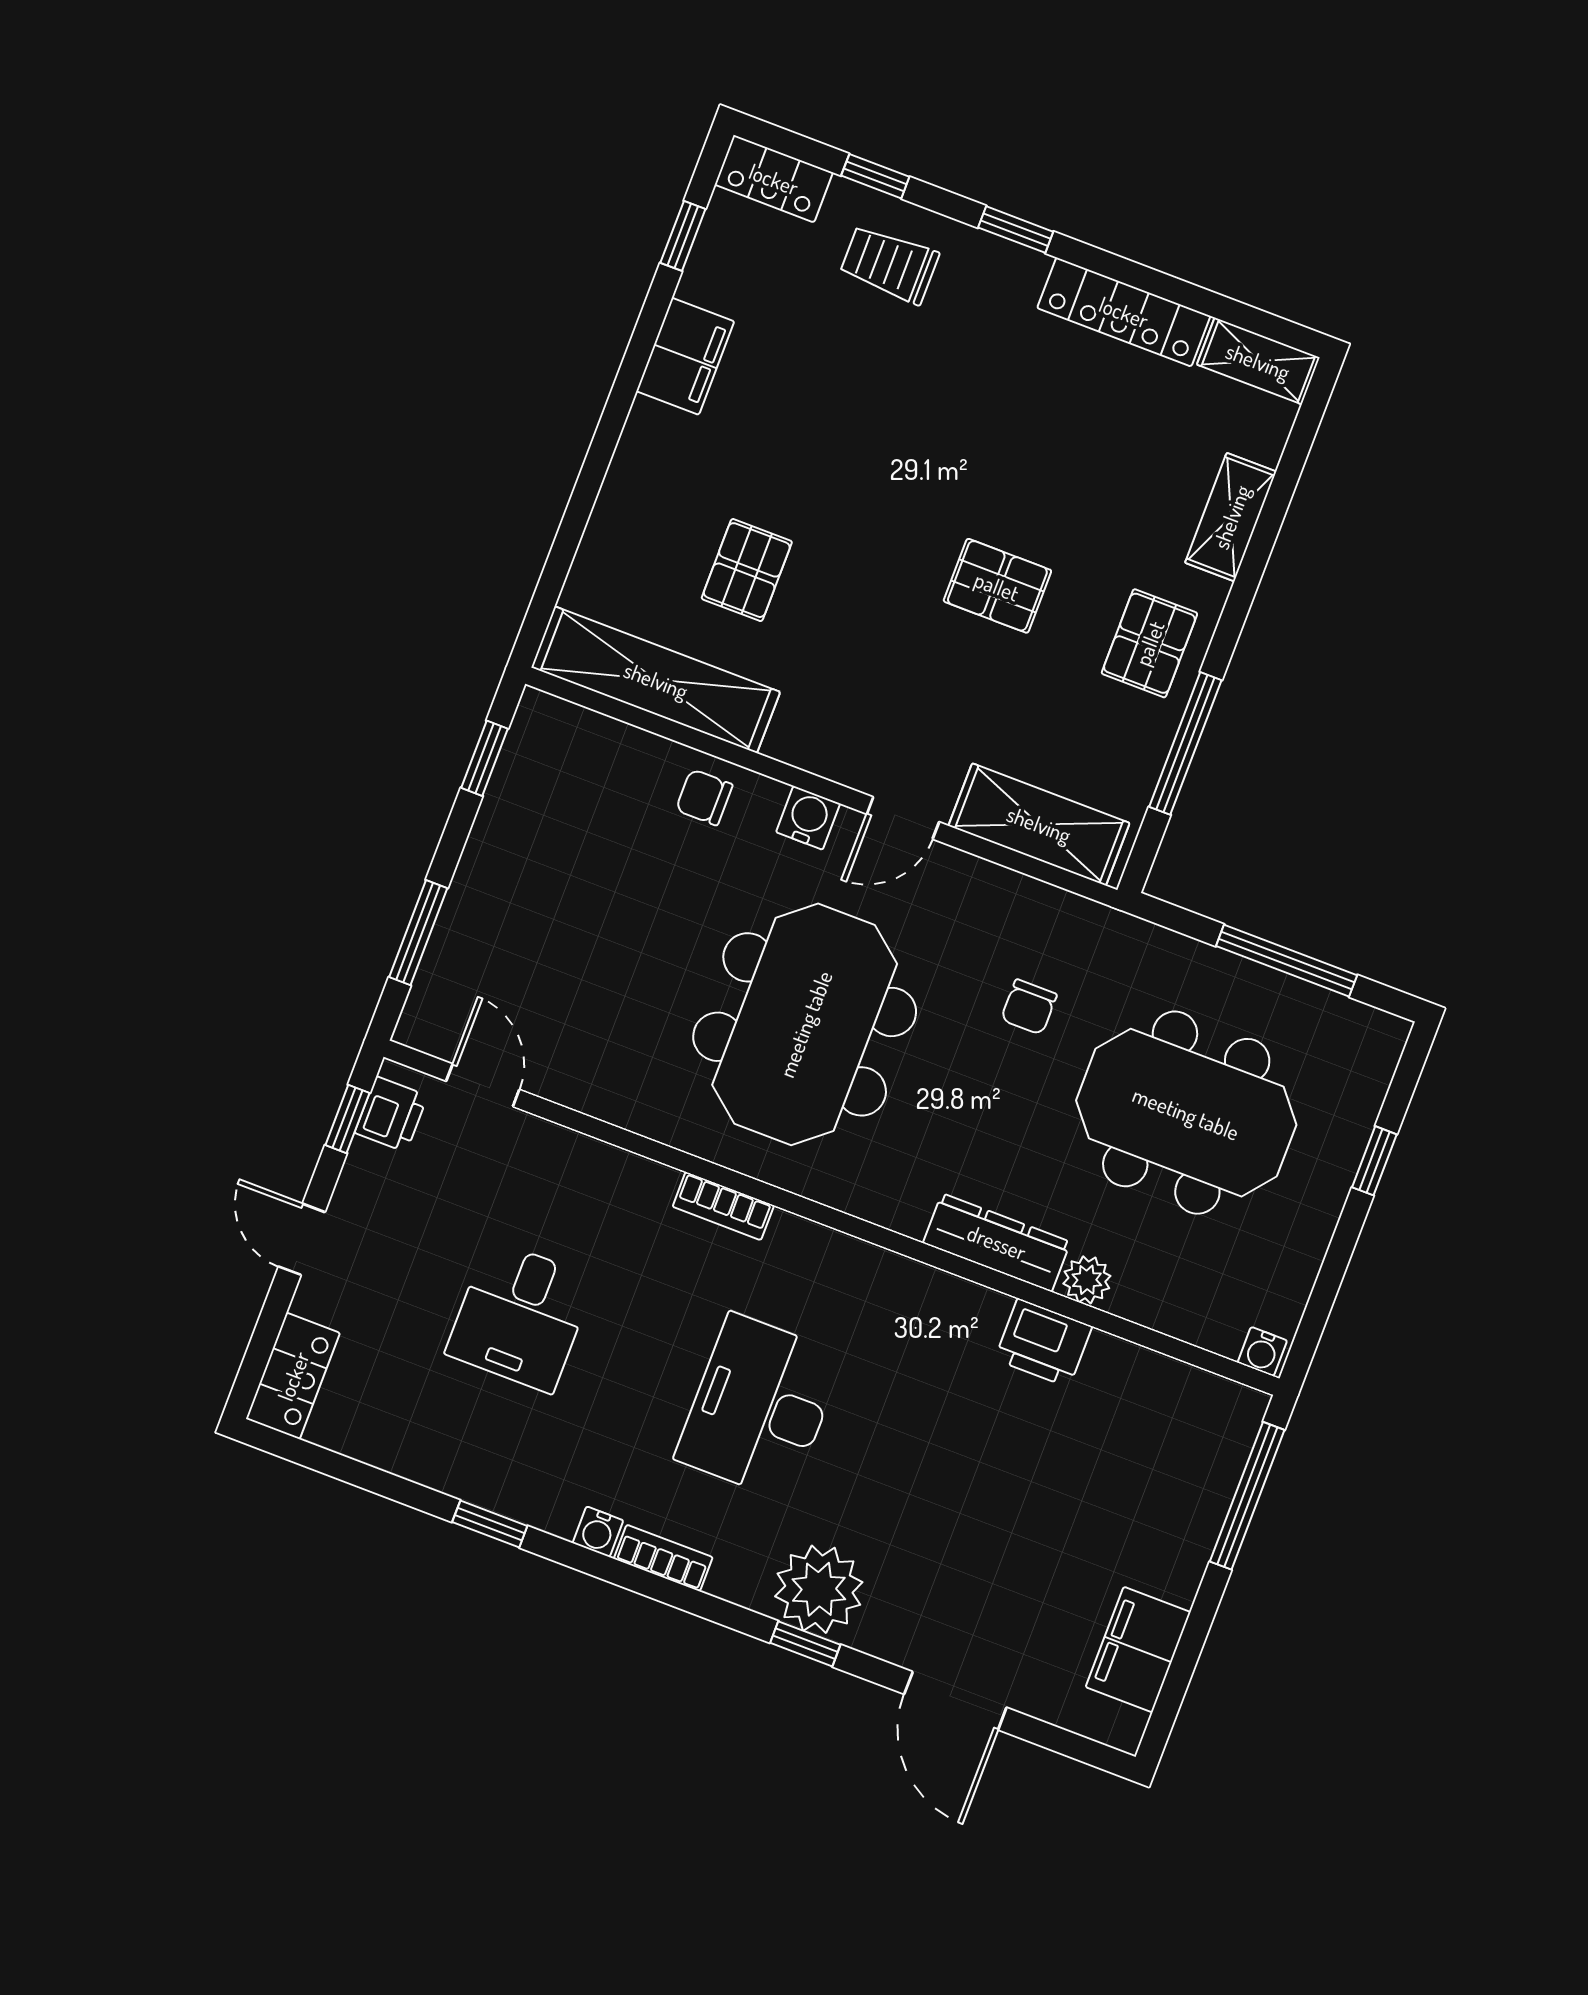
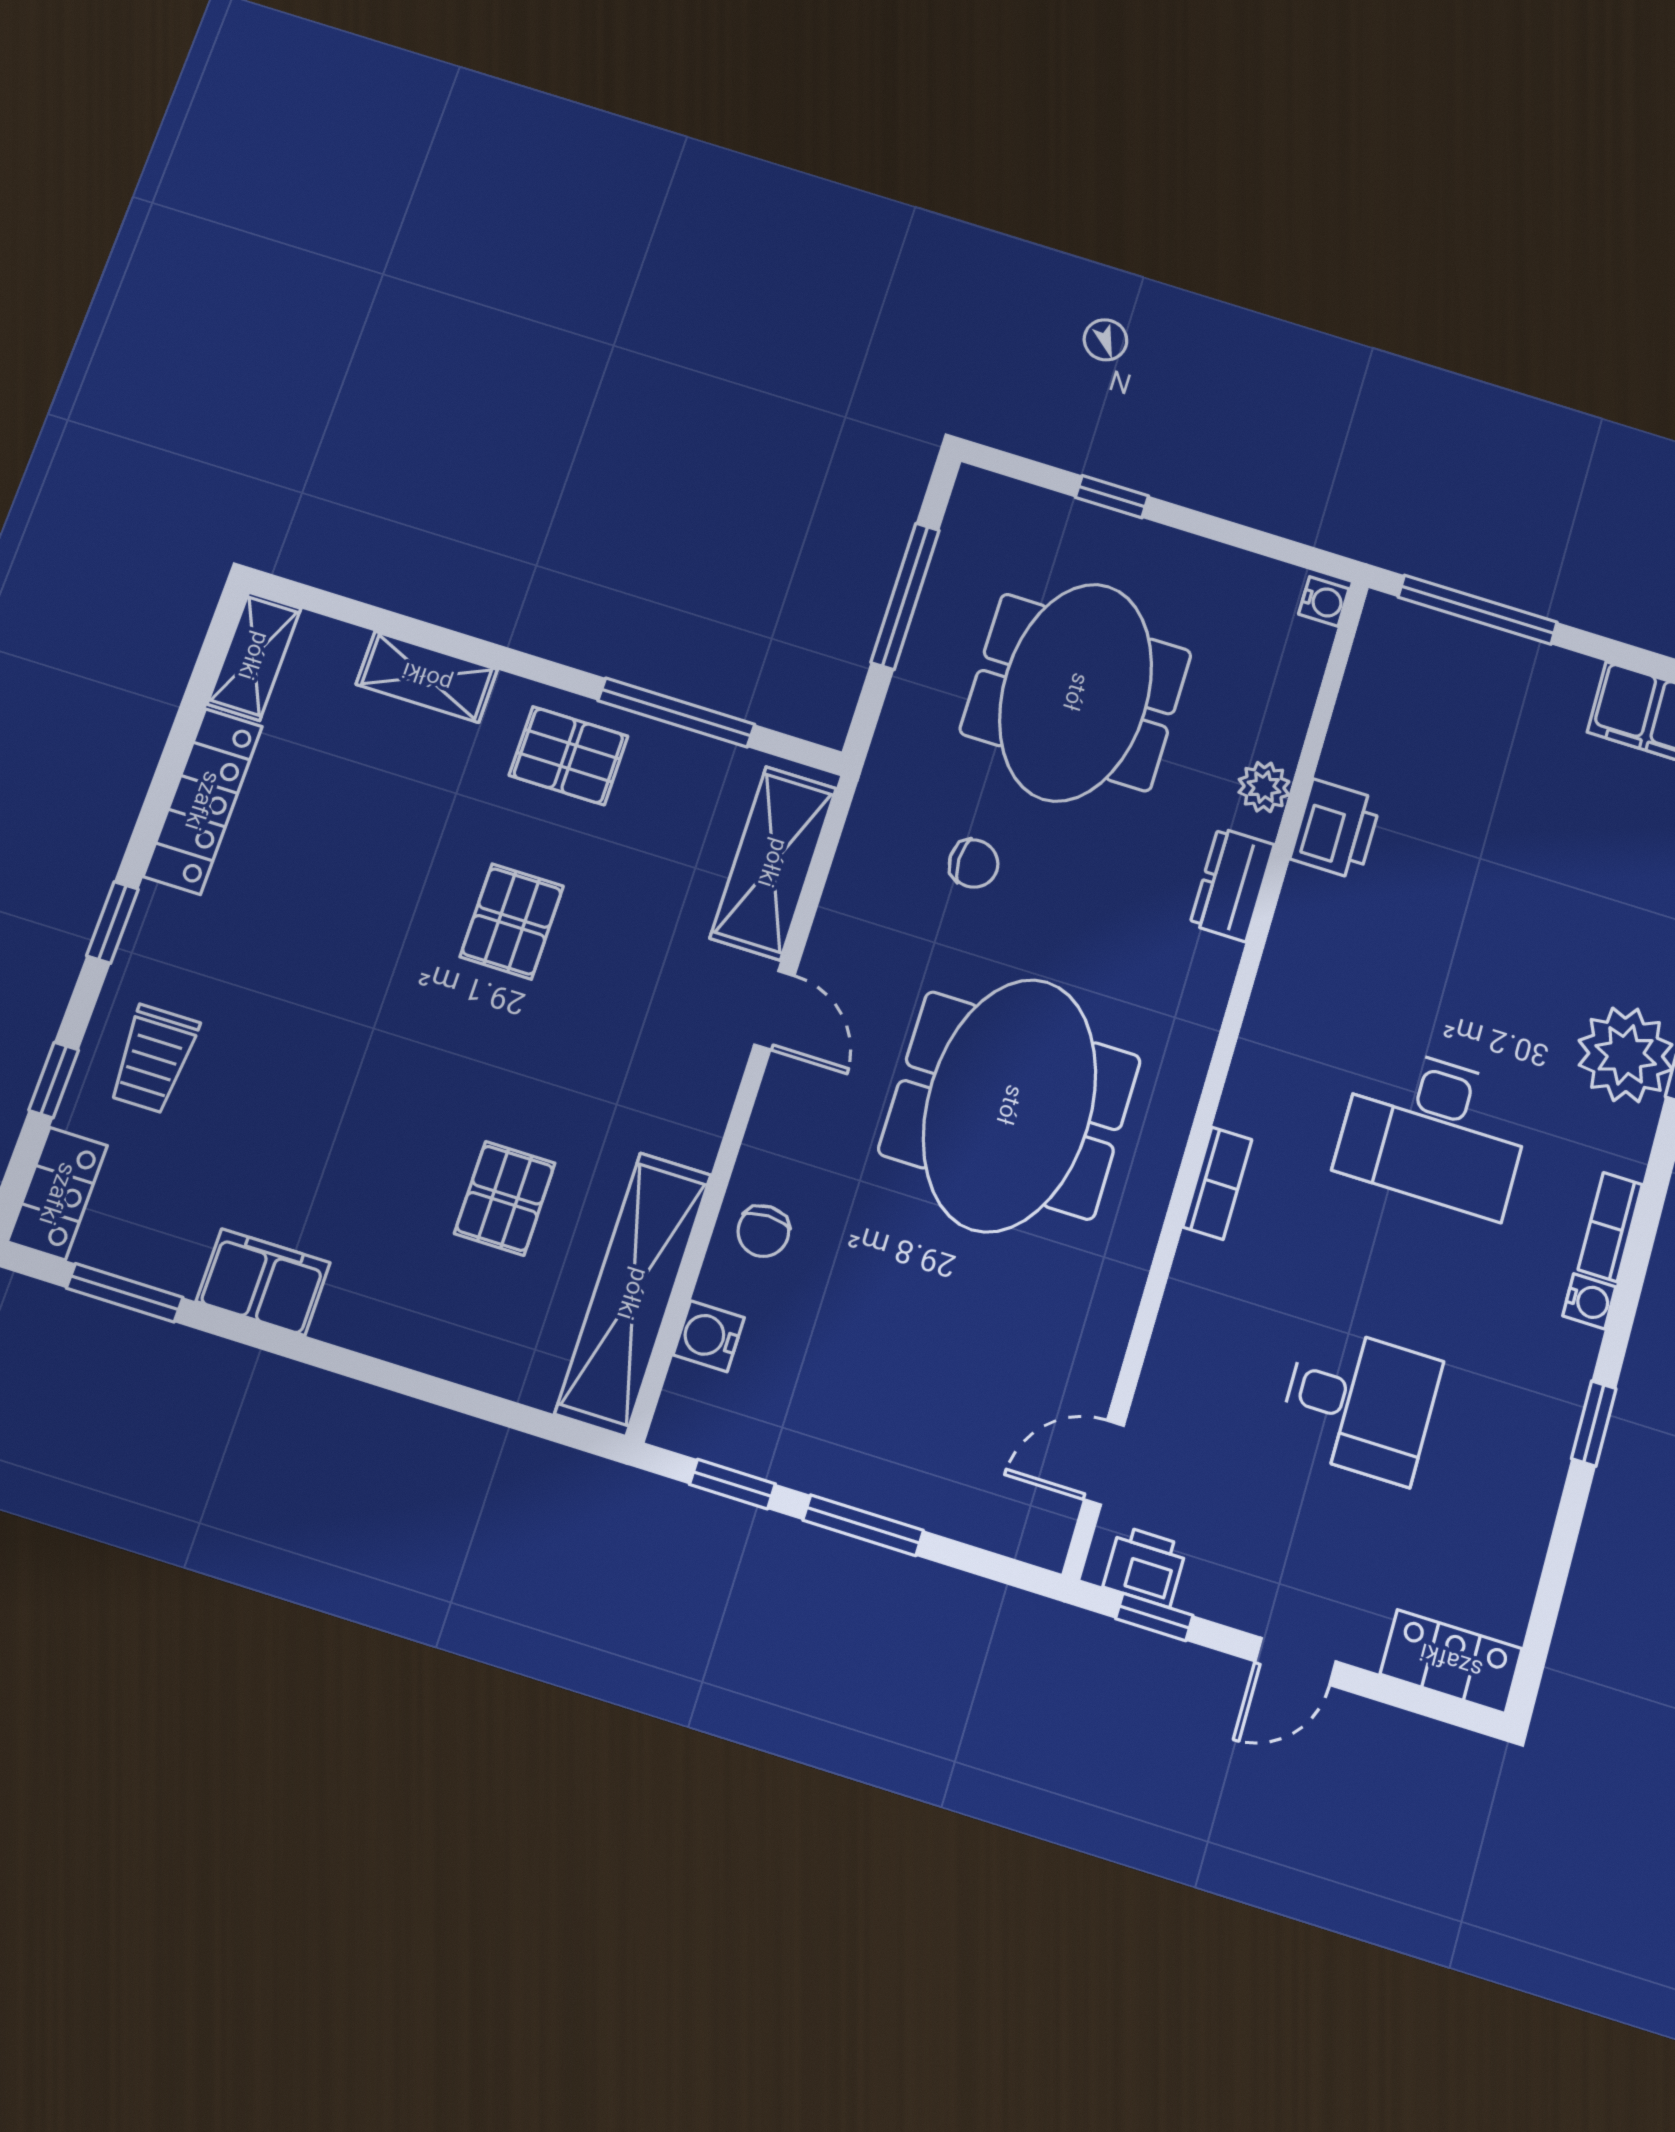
window: (683, 236) -> (125, 1293), width x1.50
pallet: (747, 570) -> (505, 1198), turned 90
water cooler: (808, 818) -> (709, 1336), moved
window: (418, 933) -> (863, 1525), moved
meeting table: (805, 1024) -> (1010, 1105), turned 90
dresser: (997, 1242) -> (1232, 884), width x0.70

